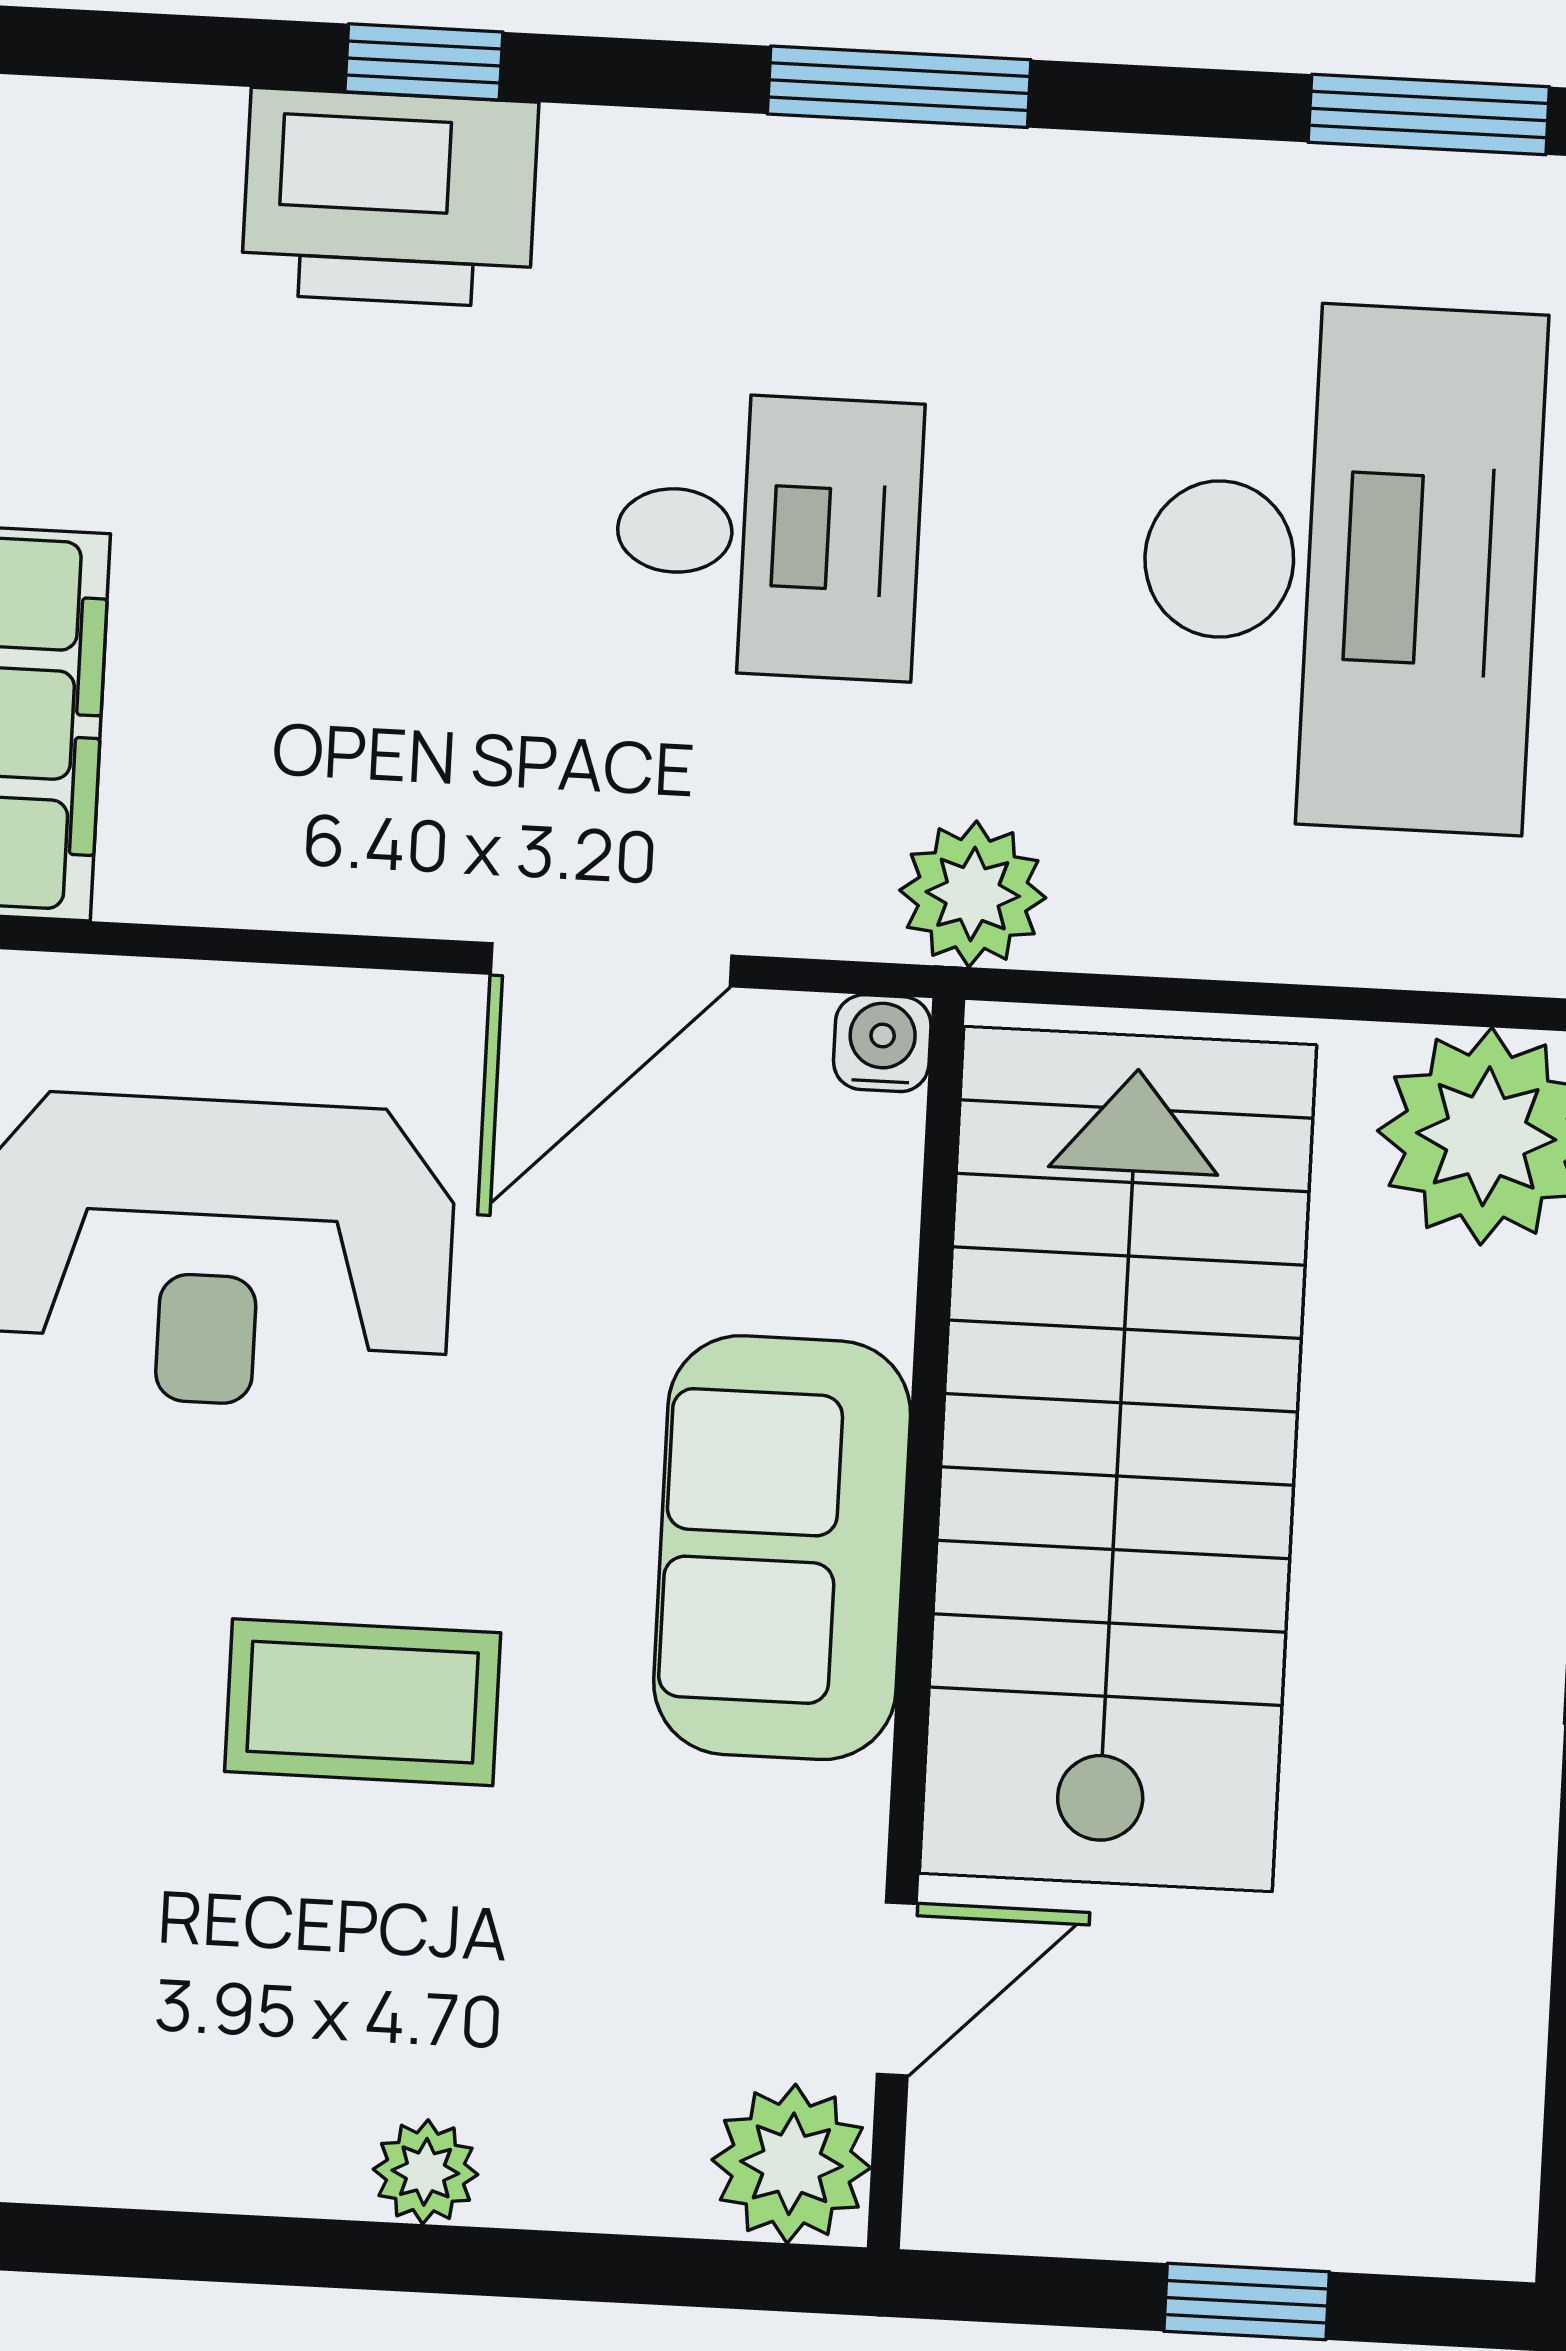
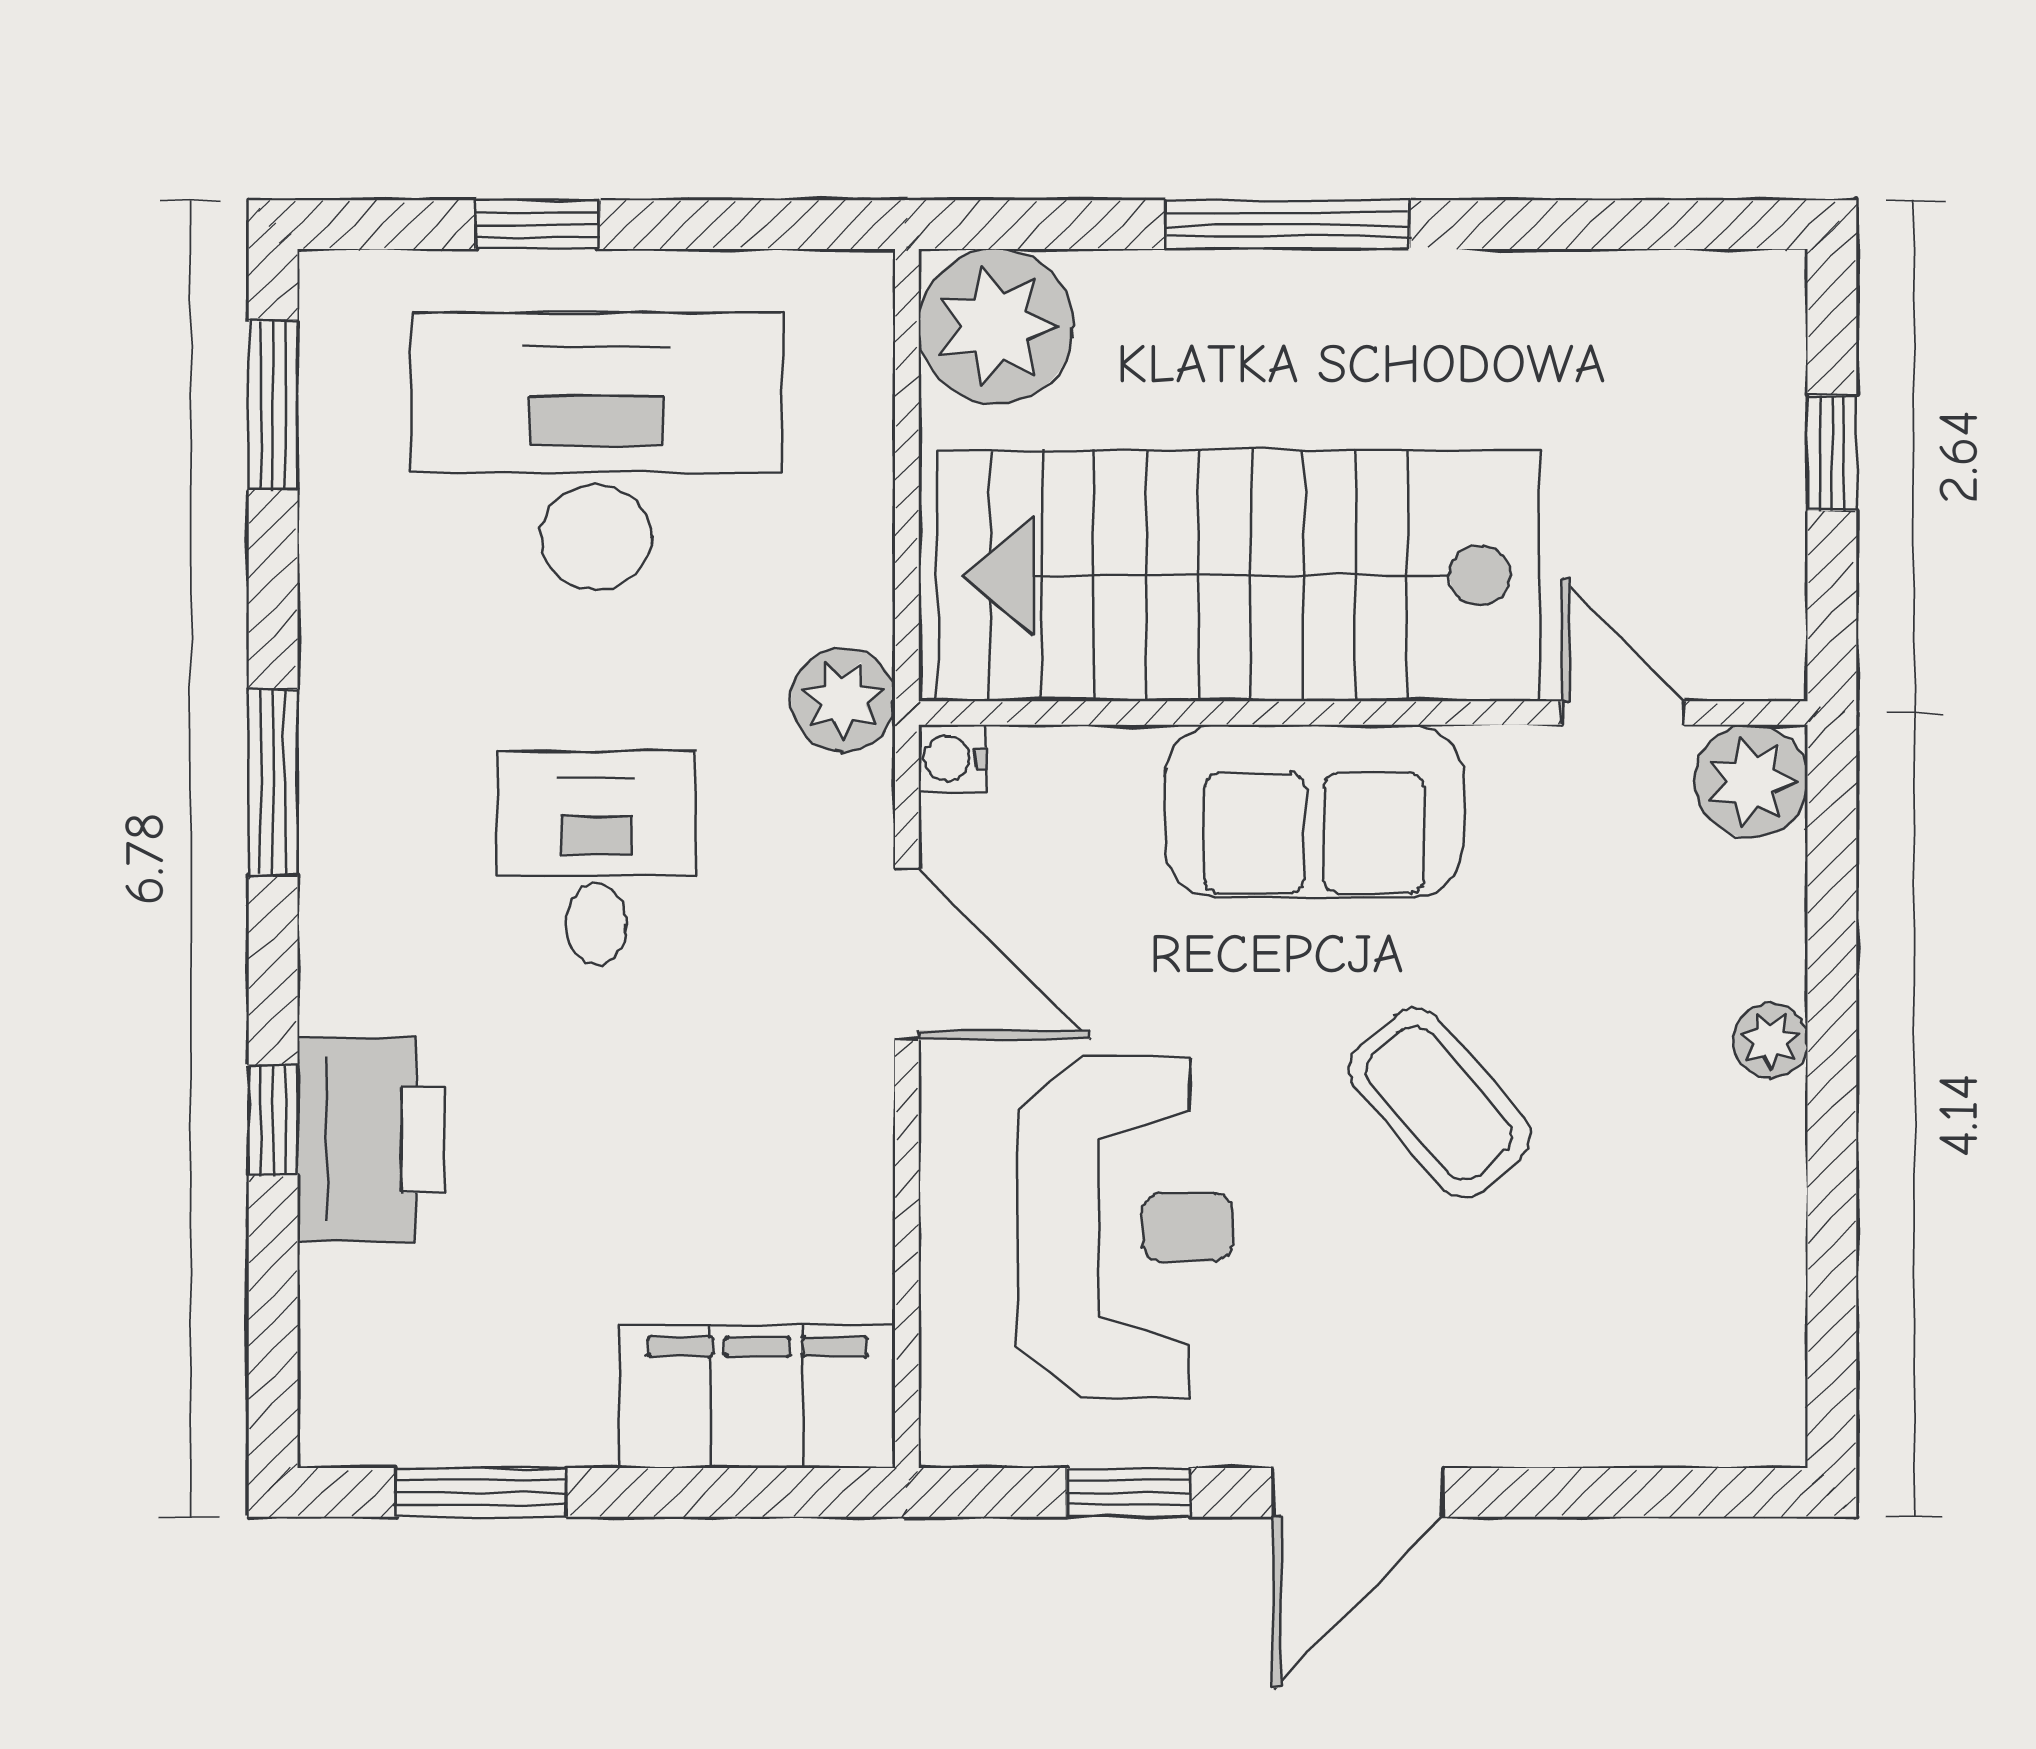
coffee table: (363, 1702) -> (1439, 1103), turned -41

